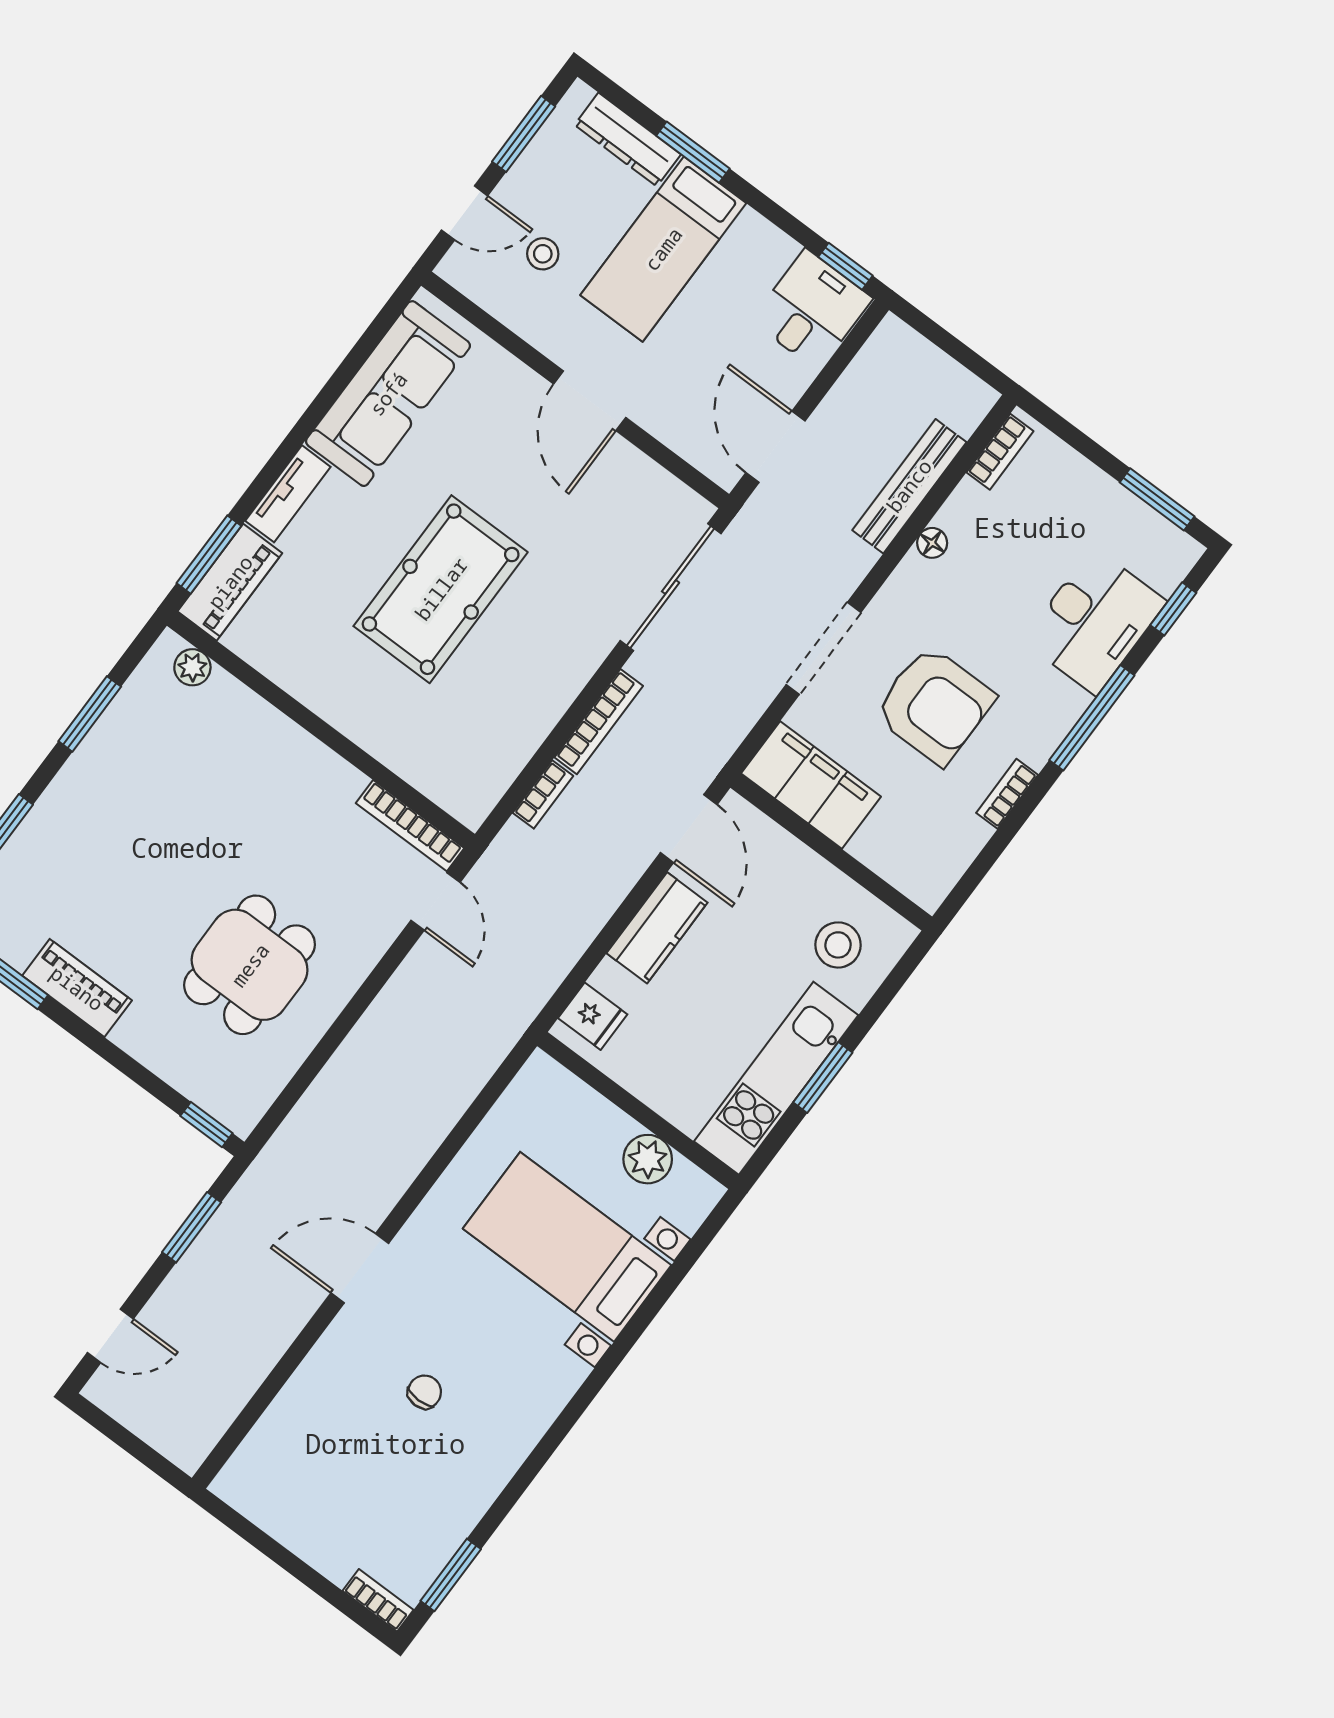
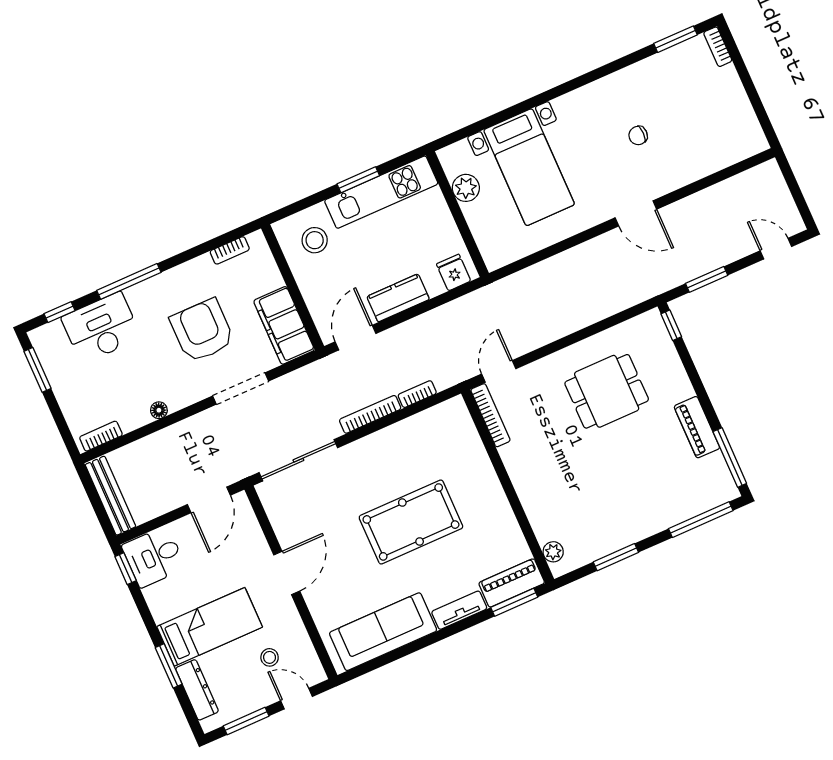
bench: (909, 486) -> (110, 496), moved, turned 90
bookcase: (1007, 794) -> (230, 250), moved

